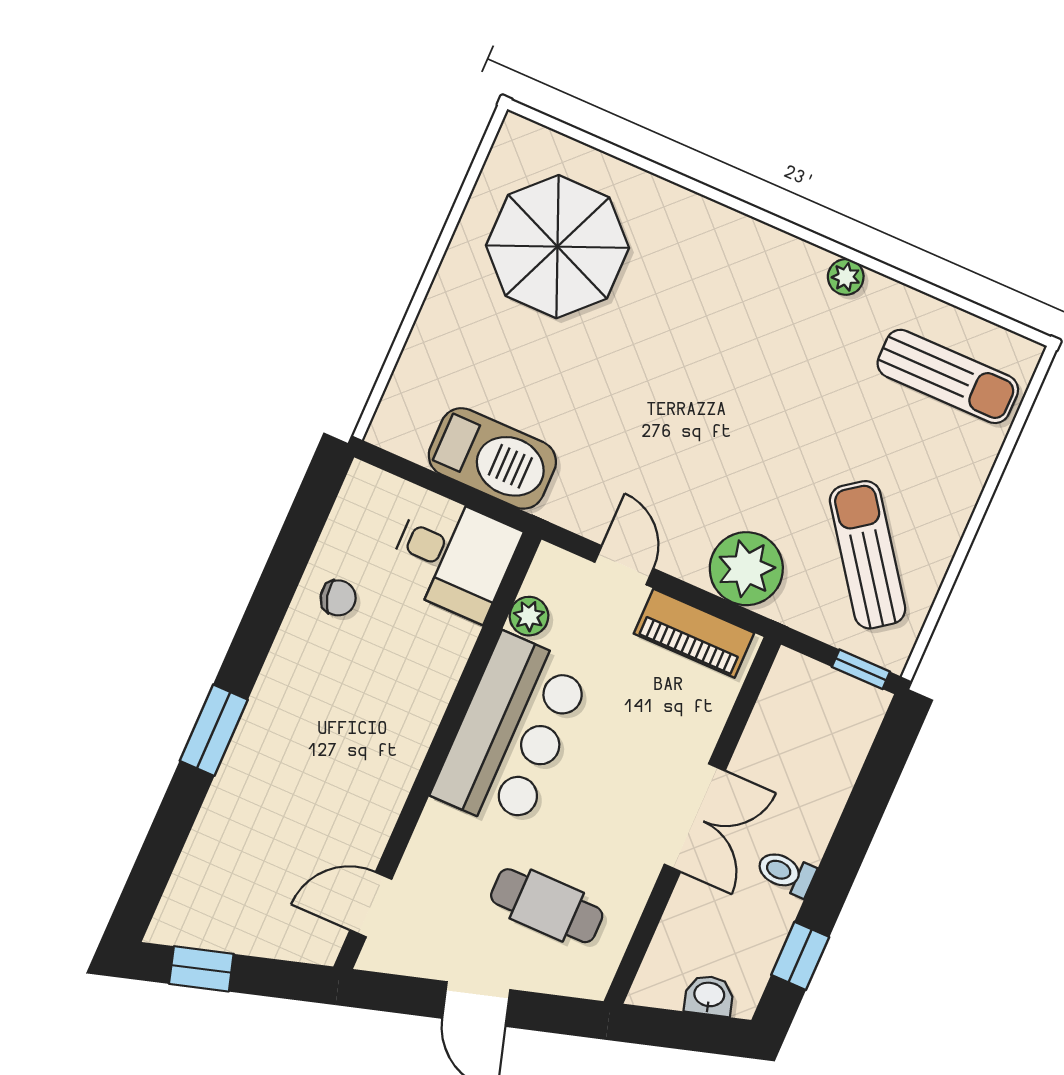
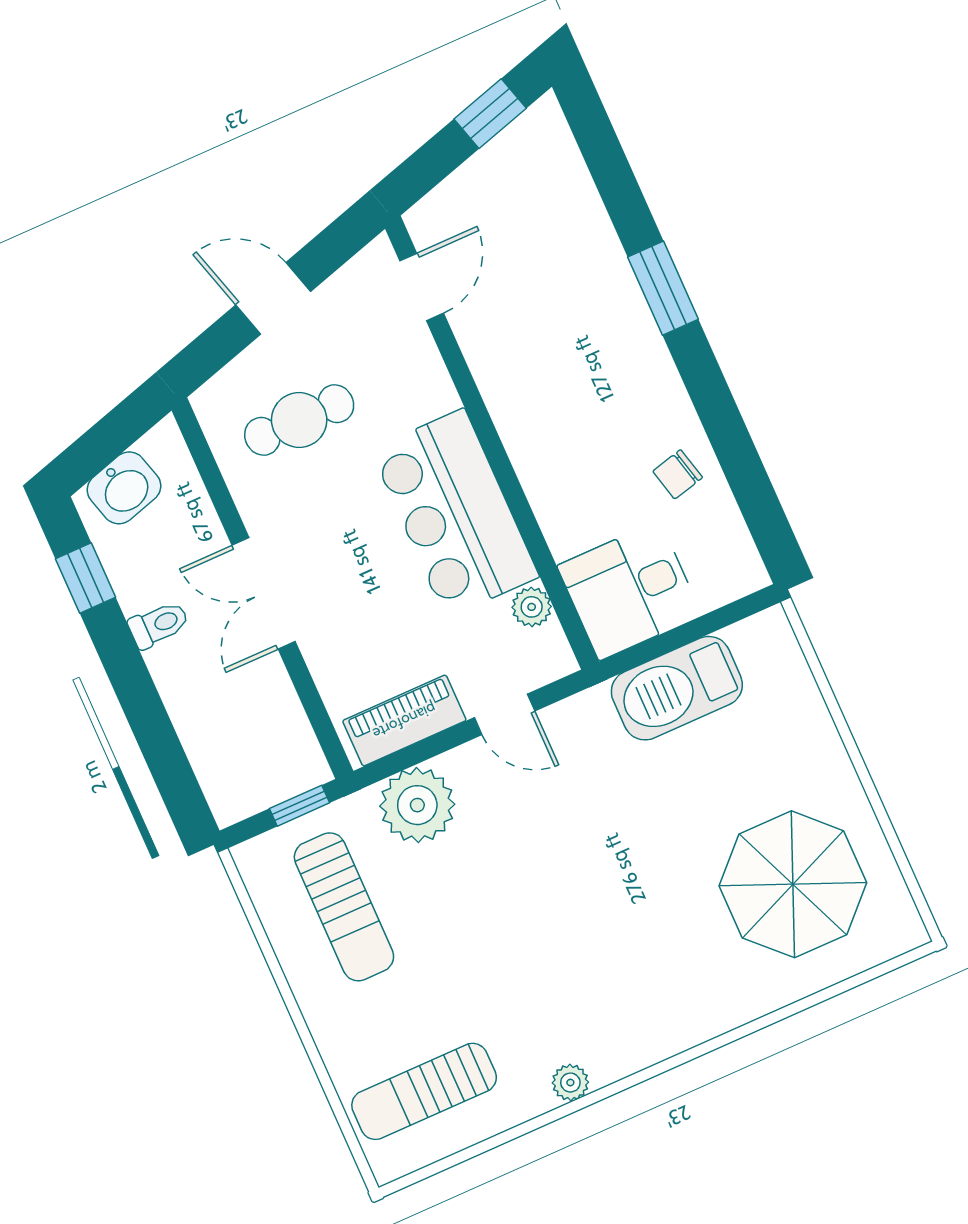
sun lounger: (868, 555) -> (344, 907), turned 36
window: (861, 669) -> (299, 806), moved
washbasin: (709, 996) -> (124, 488), width x1.38, depth x1.45

